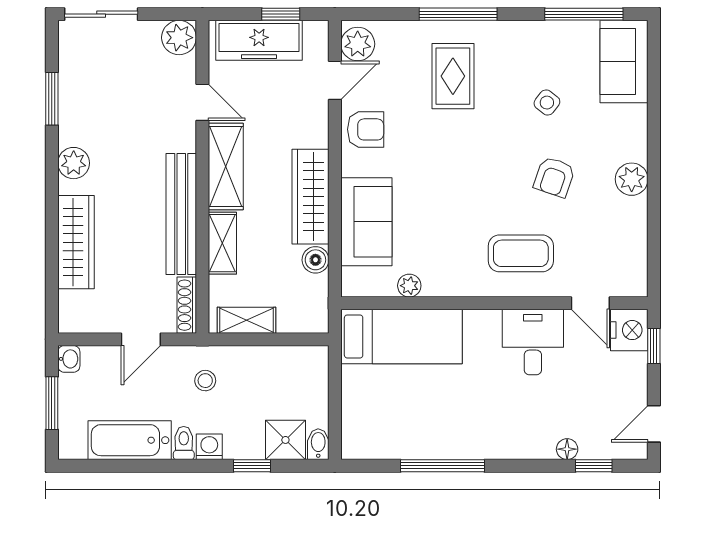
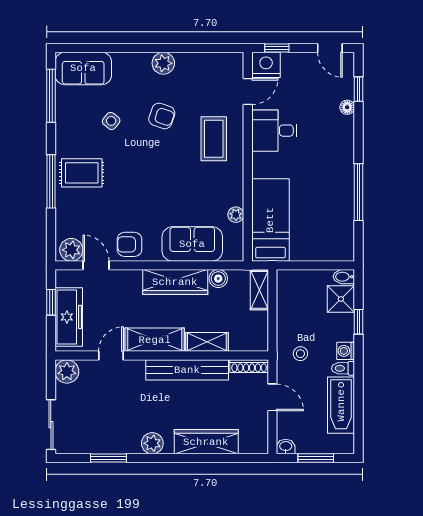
rug: (453, 76) -> (82, 173), moved
armchair: (366, 129) -> (129, 244), turned -90
shelving: (246, 320) -> (259, 290), moved

